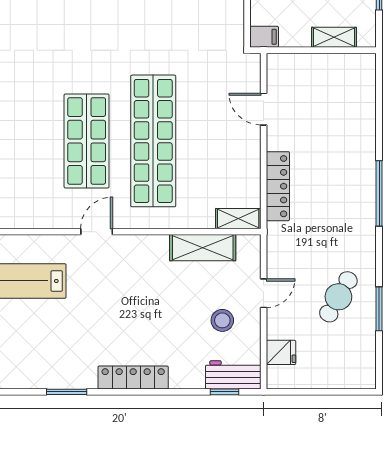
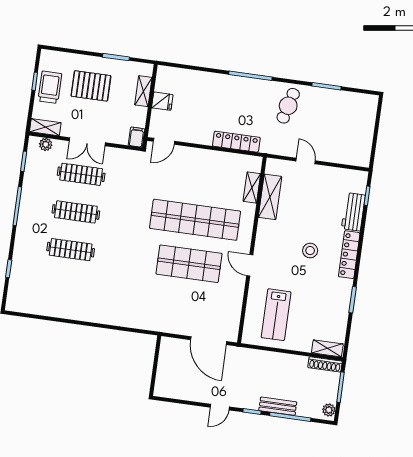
door: (264, 109) -> (164, 141), moved
shelving: (238, 219) -> (252, 187), moved
cafe table: (338, 297) -> (288, 106), moved, turned 75
stool: (222, 320) -> (310, 251), moved
fridge: (281, 352) -> (162, 101), moved, turned 90
workbench: (233, 375) -> (353, 212), moved

